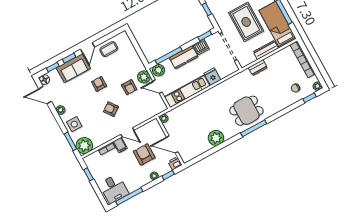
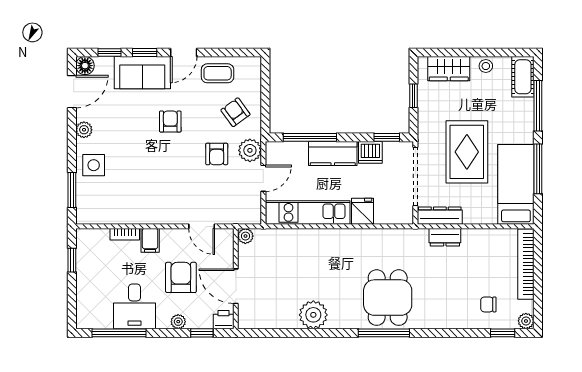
dresser: (266, 50) -> (440, 216), moved
plant: (159, 70) -> (280, 152), removed
door: (157, 87) -> (263, 178), swing flipped
door: (45, 95) -> (72, 92), swing flipped
armchair: (111, 109) -> (235, 112), moved
dining table: (246, 111) -> (388, 298), turned 90
door: (127, 132) -> (202, 226), moved
plant: (84, 146) -> (91, 209), removed
desk: (114, 189) -> (135, 306), moved

